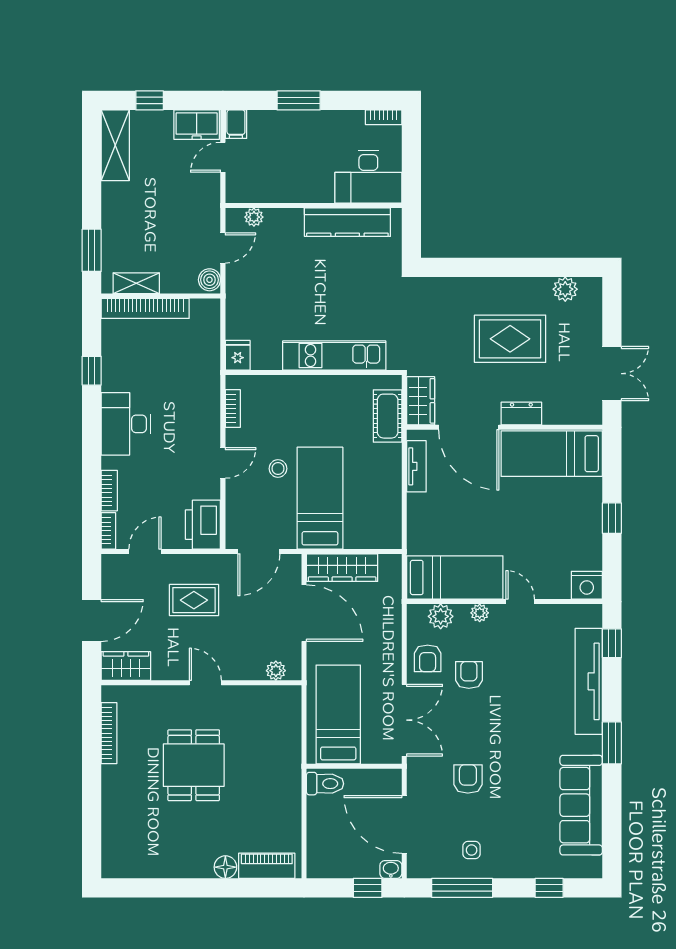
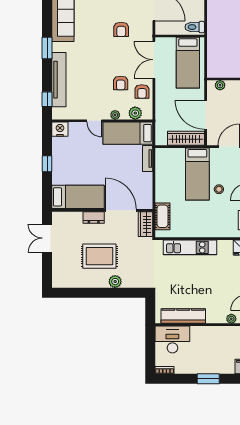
plant: (565, 289) -> (115, 282), moved
tv unit: (416, 466) -> (148, 158), moved
armchair: (428, 658) -> (142, 91), turned 180

